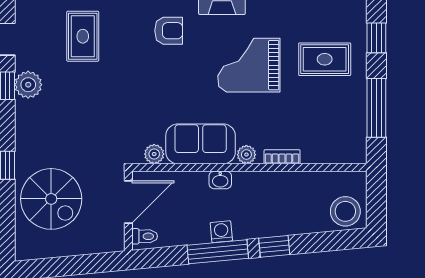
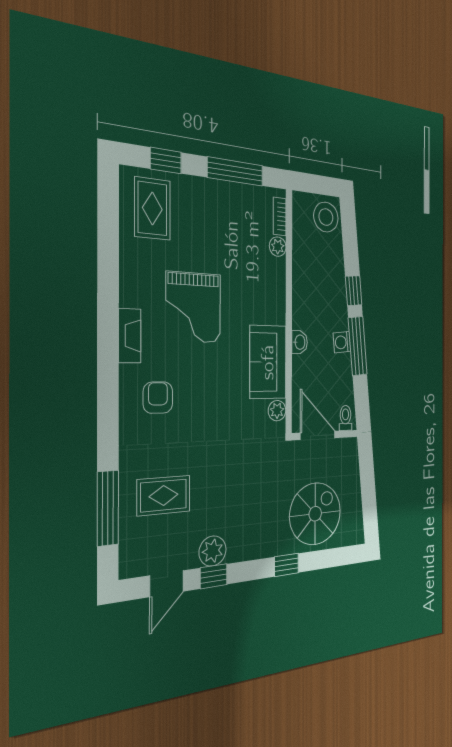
rug: (325, 59) -> (152, 208), moved
plant: (246, 155) -> (278, 247), moved
bookcase: (282, 157) -> (280, 216), moved

